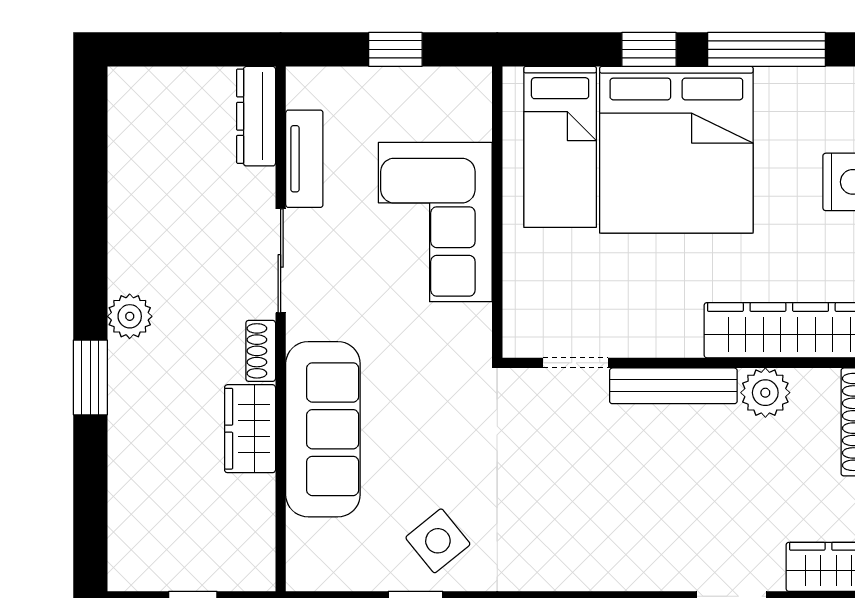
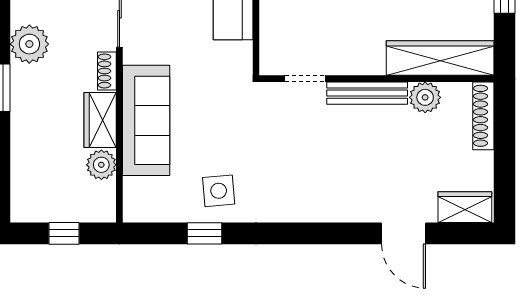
plant: (130, 316) -> (29, 44), width x1.36, depth x1.36
plant: (252, 500) -> (101, 165), added
side table: (438, 541) -> (219, 191), turned 34

